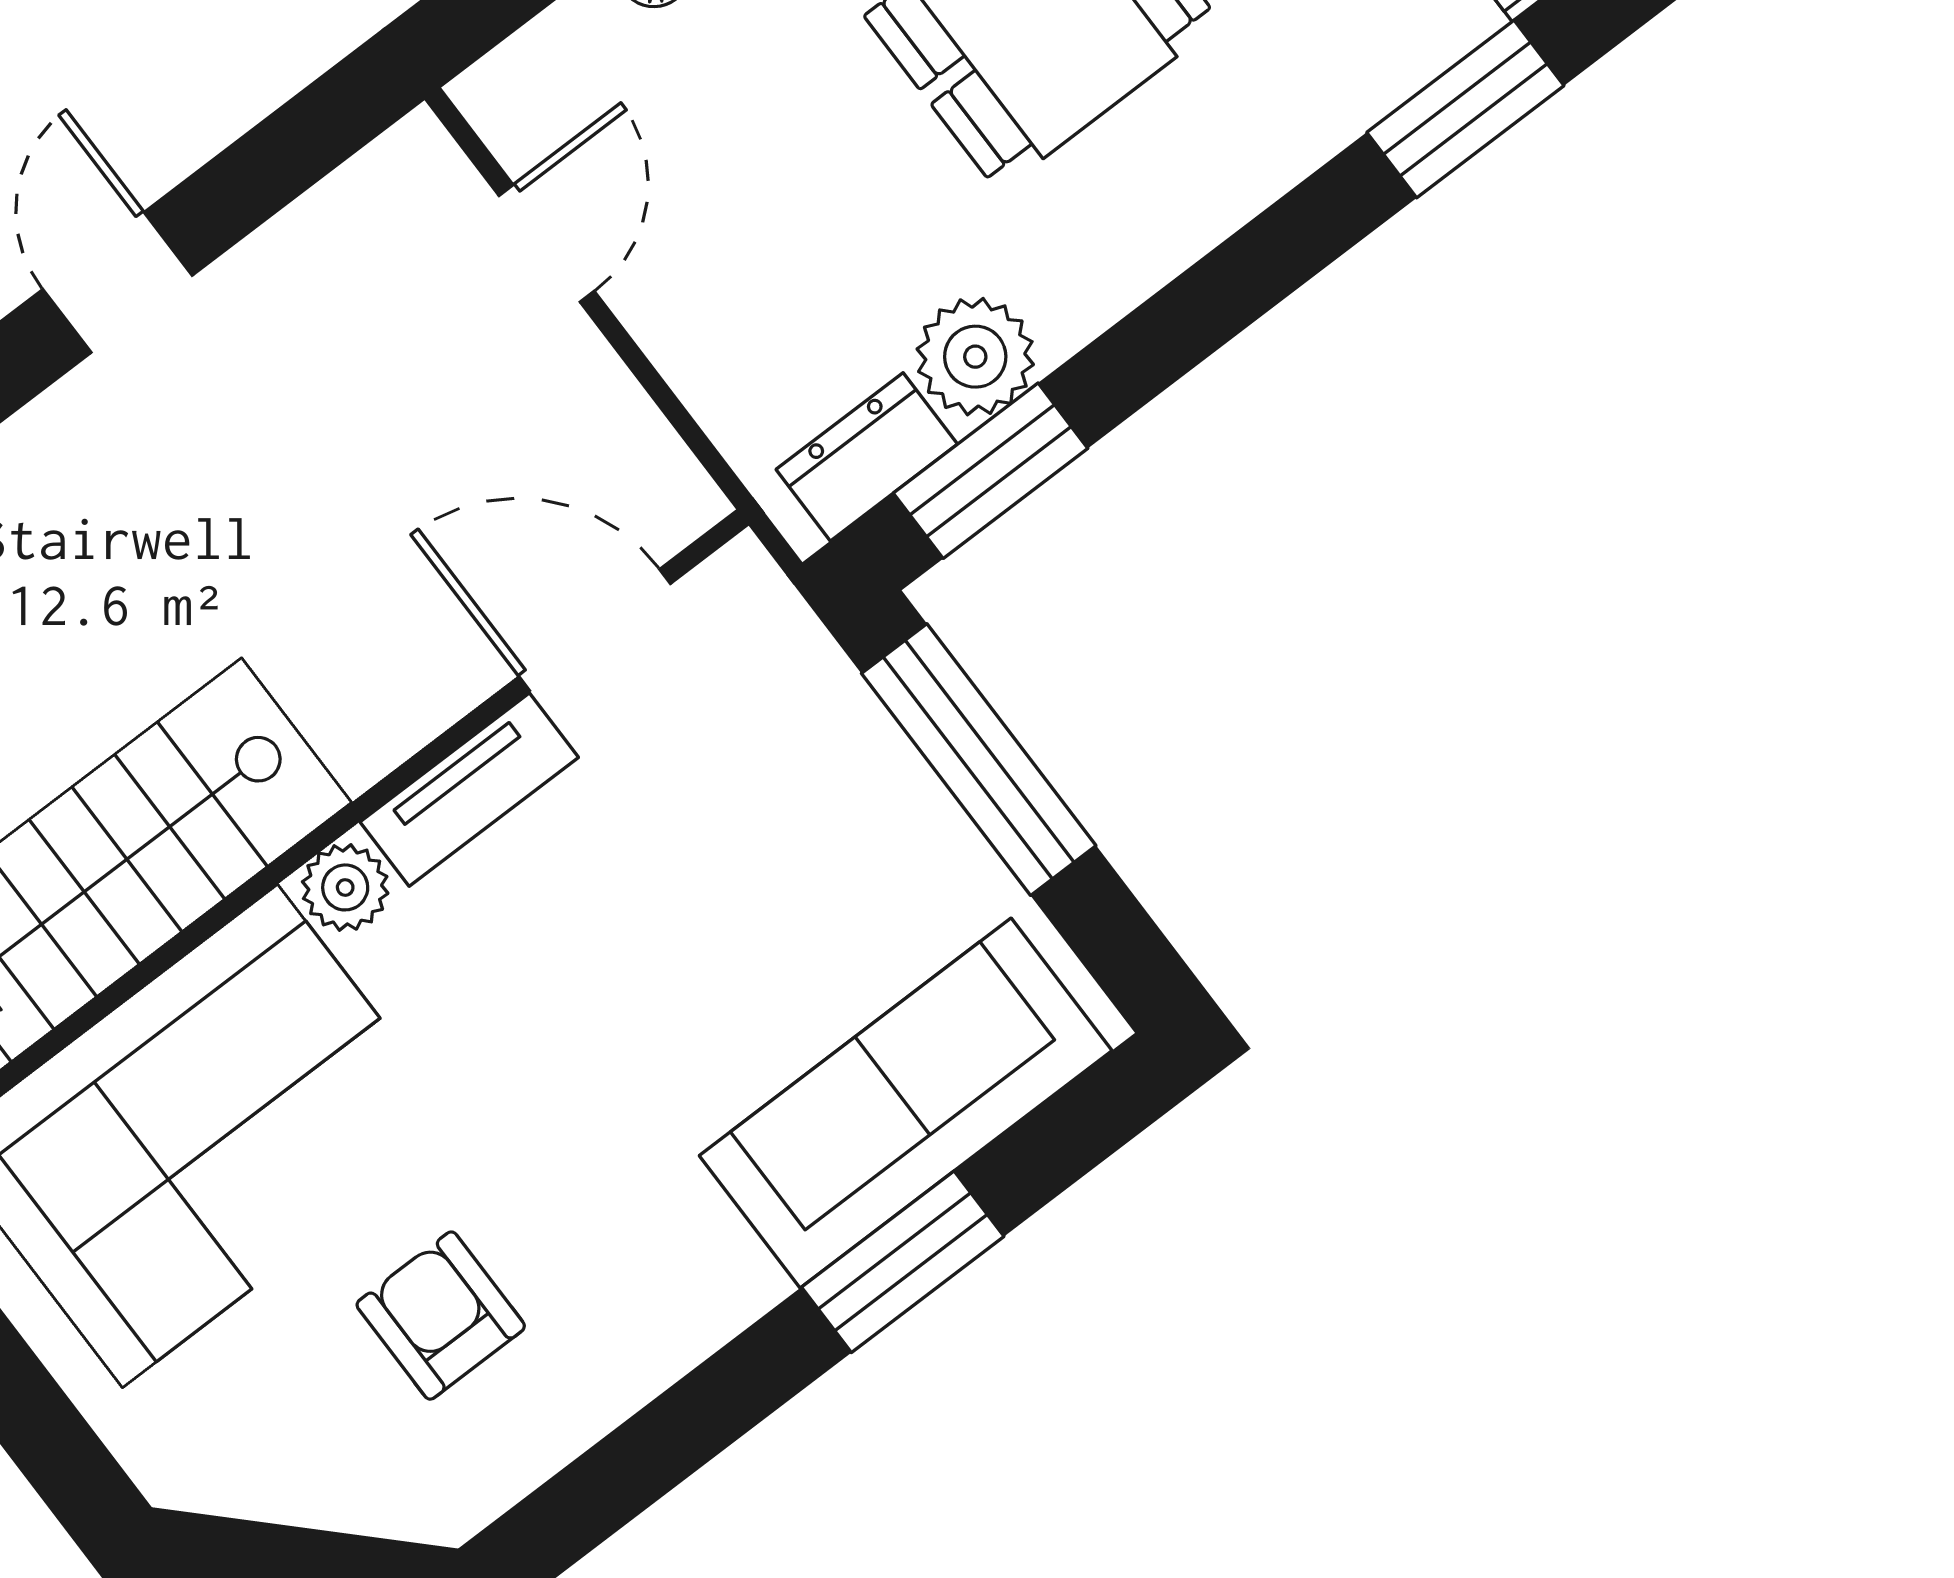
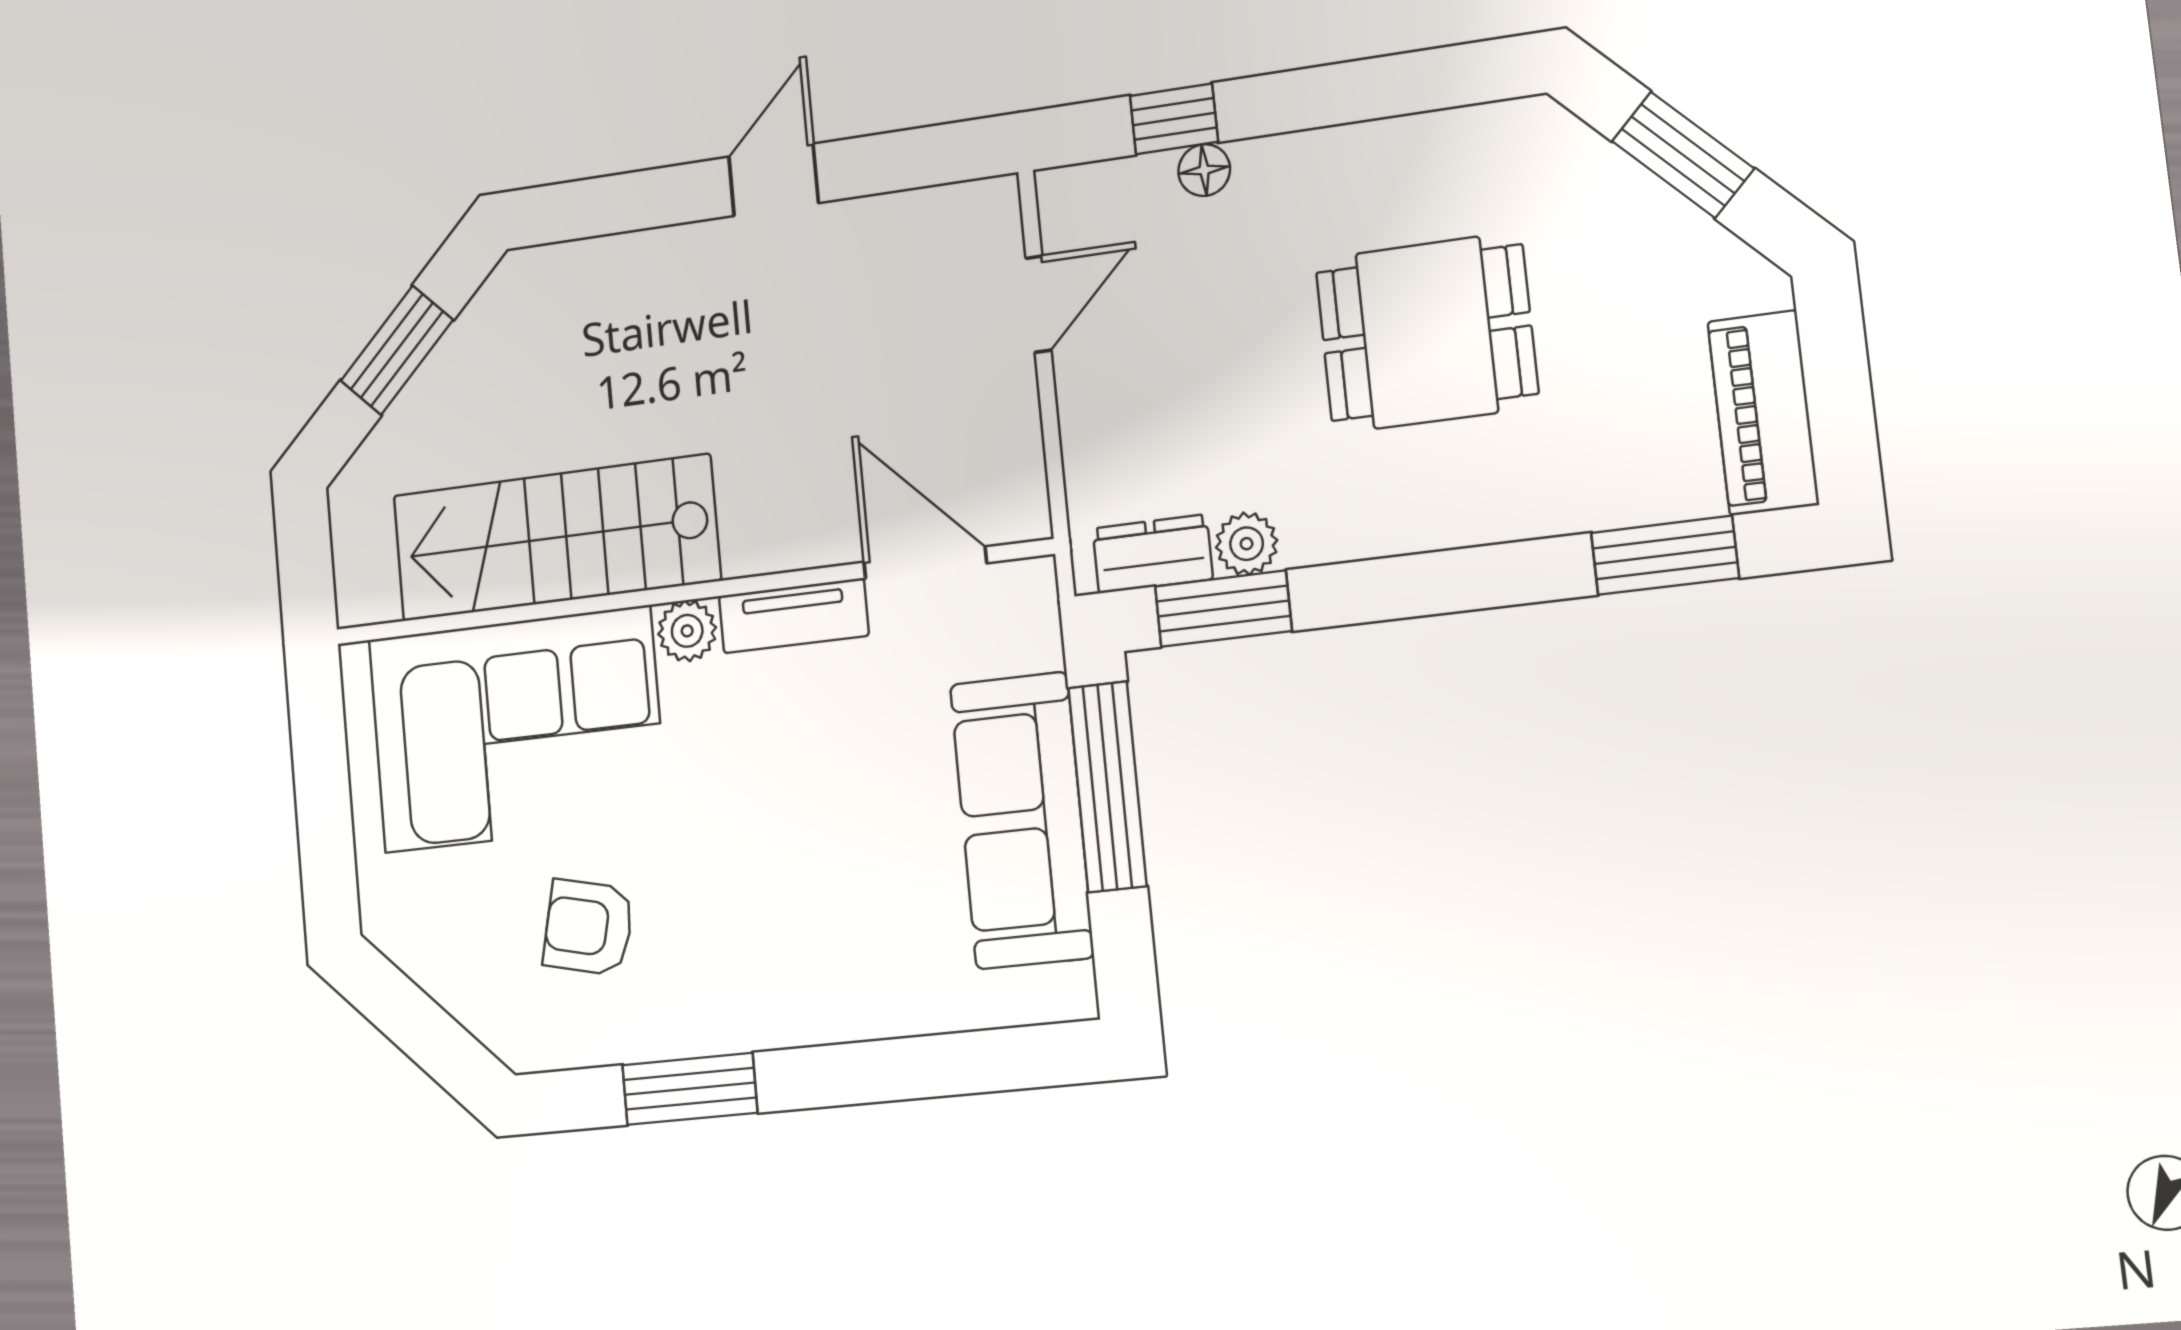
plant: (975, 357) -> (1247, 544), width x0.73, depth x0.73
sofa: (906, 1103) -> (1022, 820), moved, turned -90
window: (903, 1262) -> (690, 1089), moved
armchair: (441, 1316) -> (588, 927), turned -77

